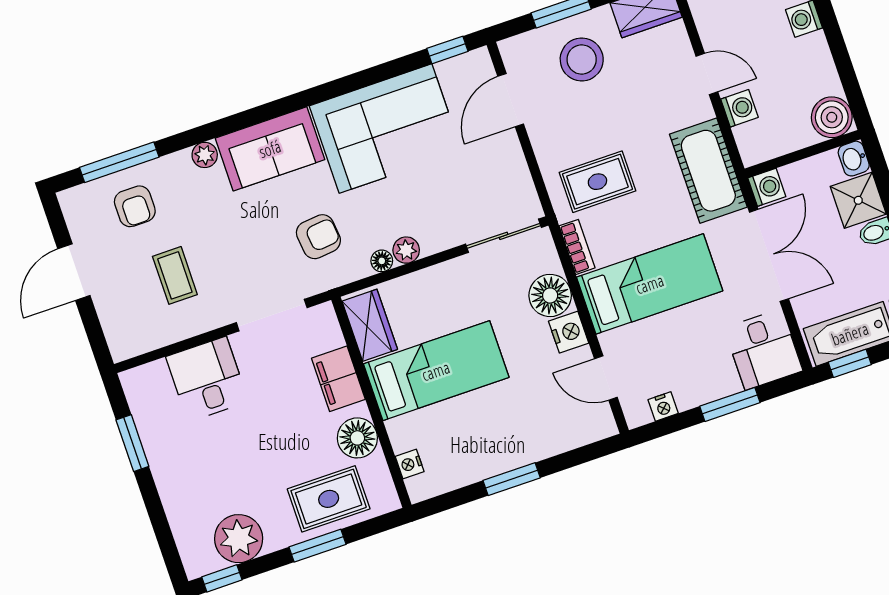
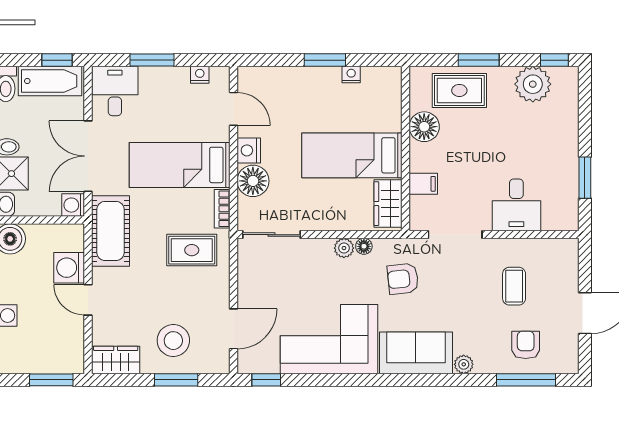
washing machine: (739, 108) -> (69, 268), width x1.38, depth x1.38
filing cabinet: (338, 379) -> (423, 184), width x0.50
nightstand: (410, 464) -> (351, 75), moved, turned -90

